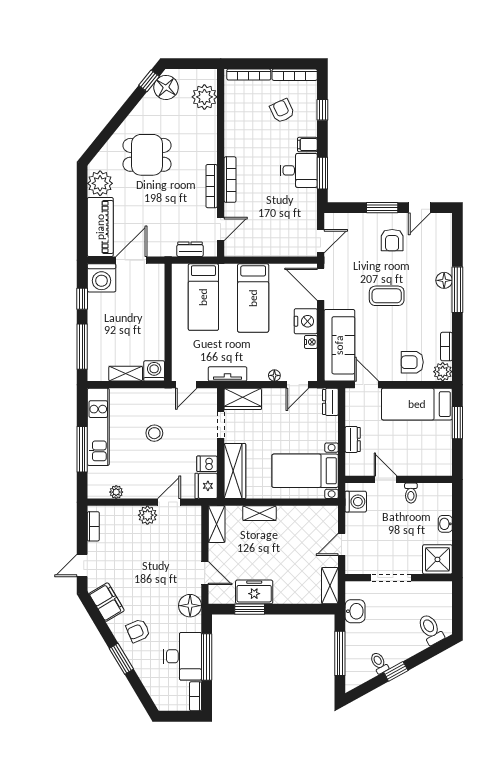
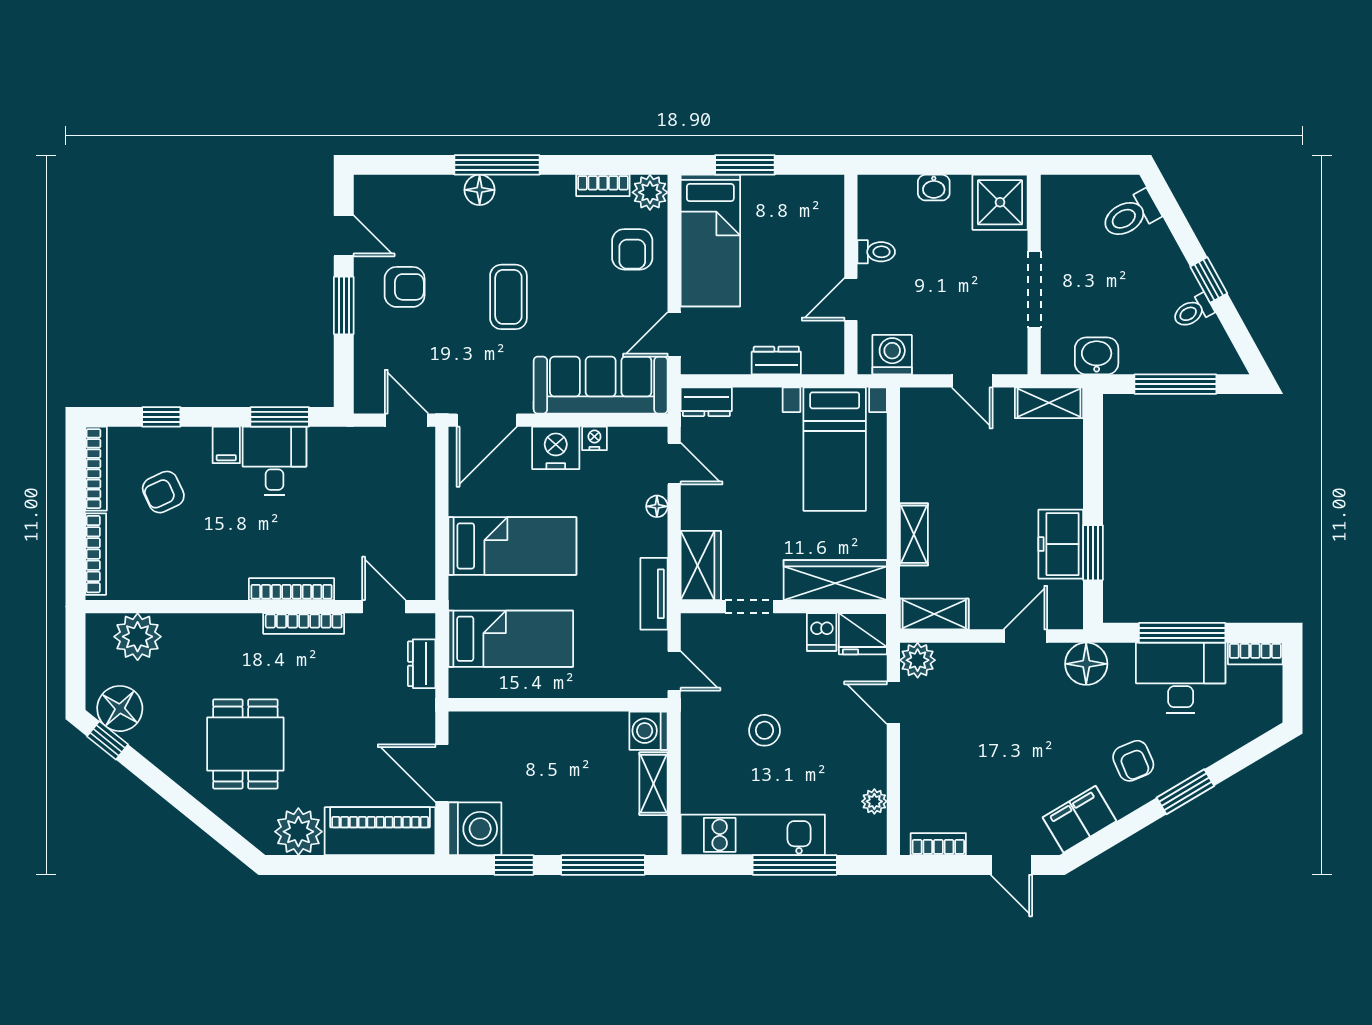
plant: (147, 515) -> (918, 660), moved

